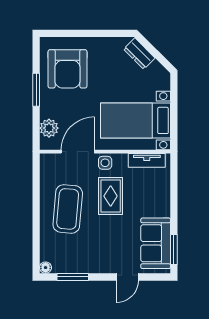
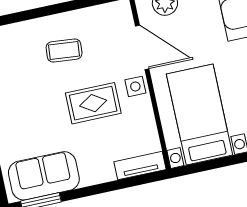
tv unit: (147, 160) -> (140, 166), moved, turned 90
coffee table: (68, 209) -> (64, 51), width x0.54, depth x0.58

